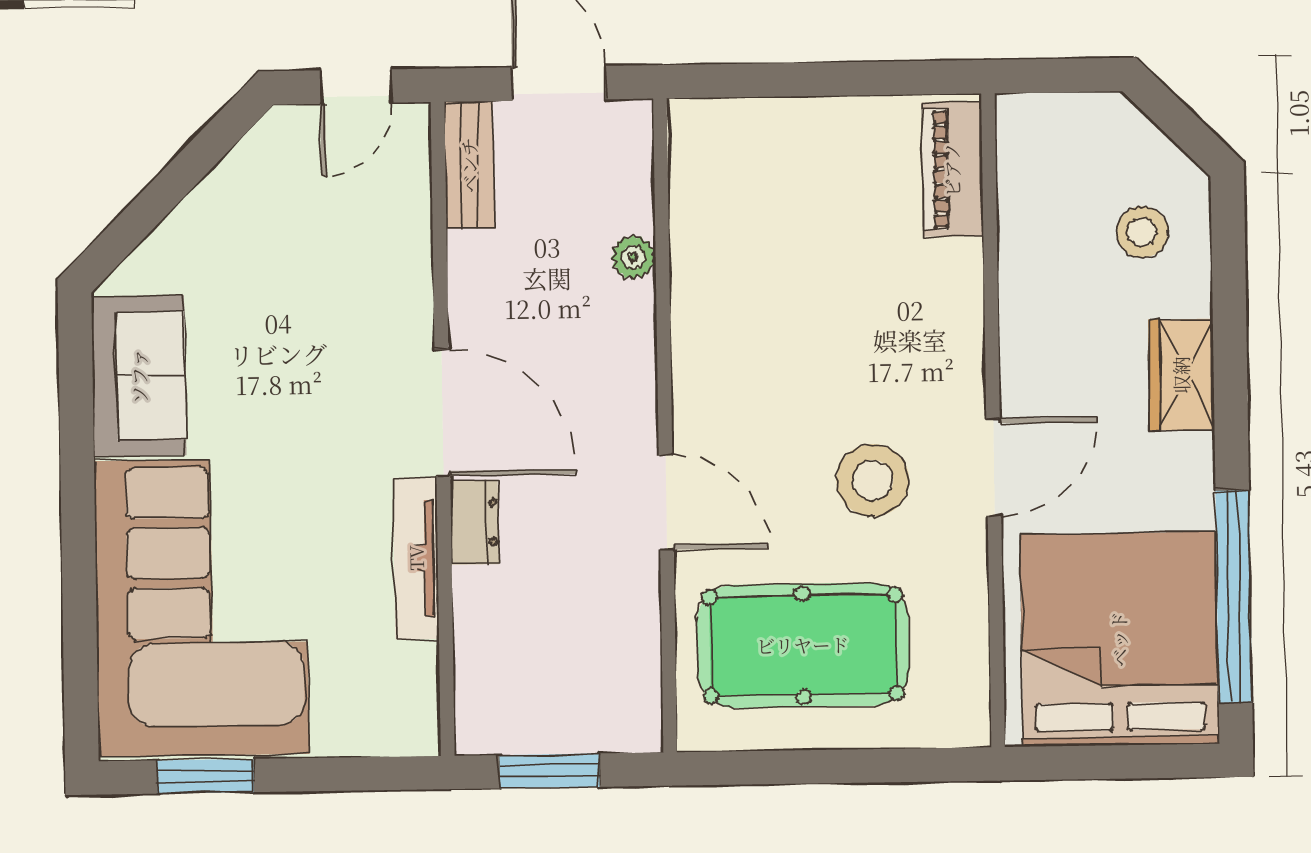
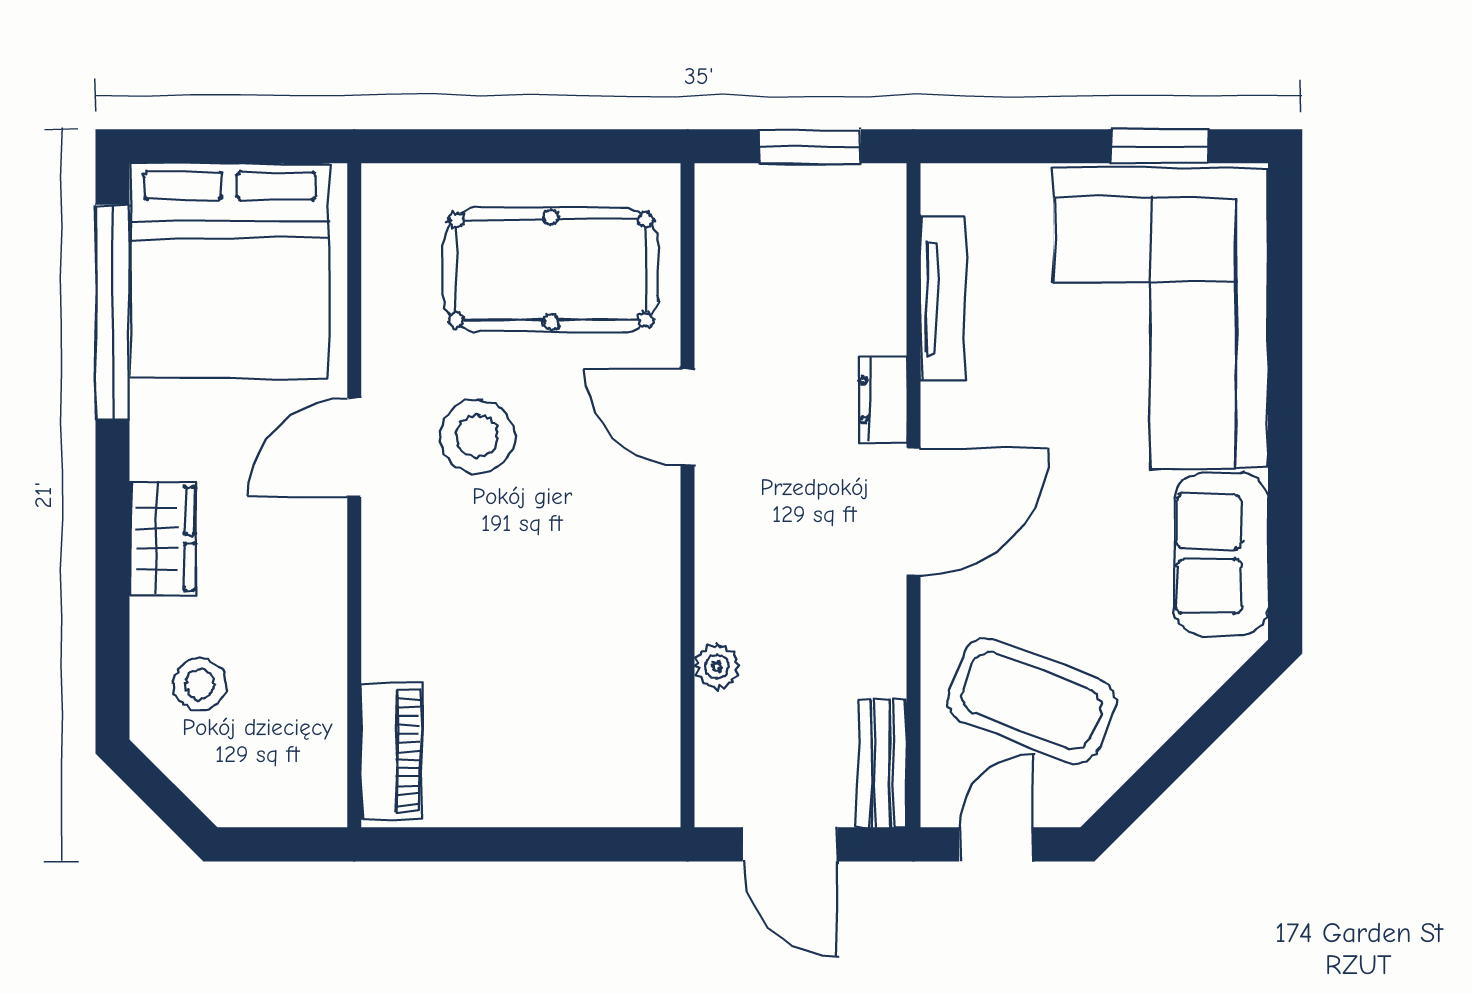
coffee table: (323, 229) -> (1031, 701), added
door: (442, 413) -> (913, 512), swing flipped
tv unit: (416, 558) -> (942, 298), moved

